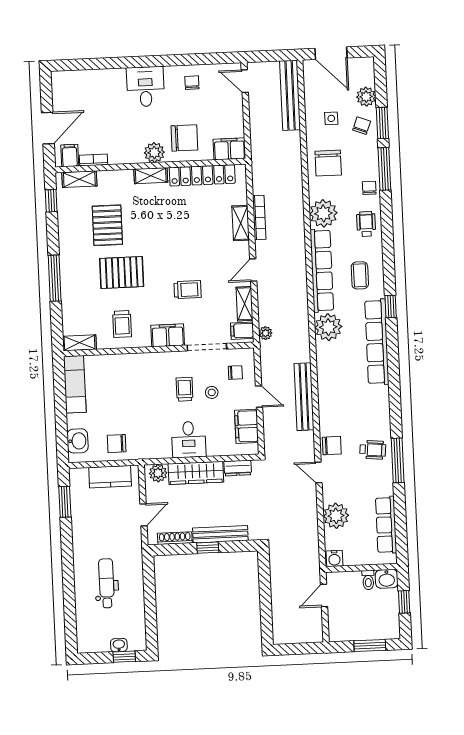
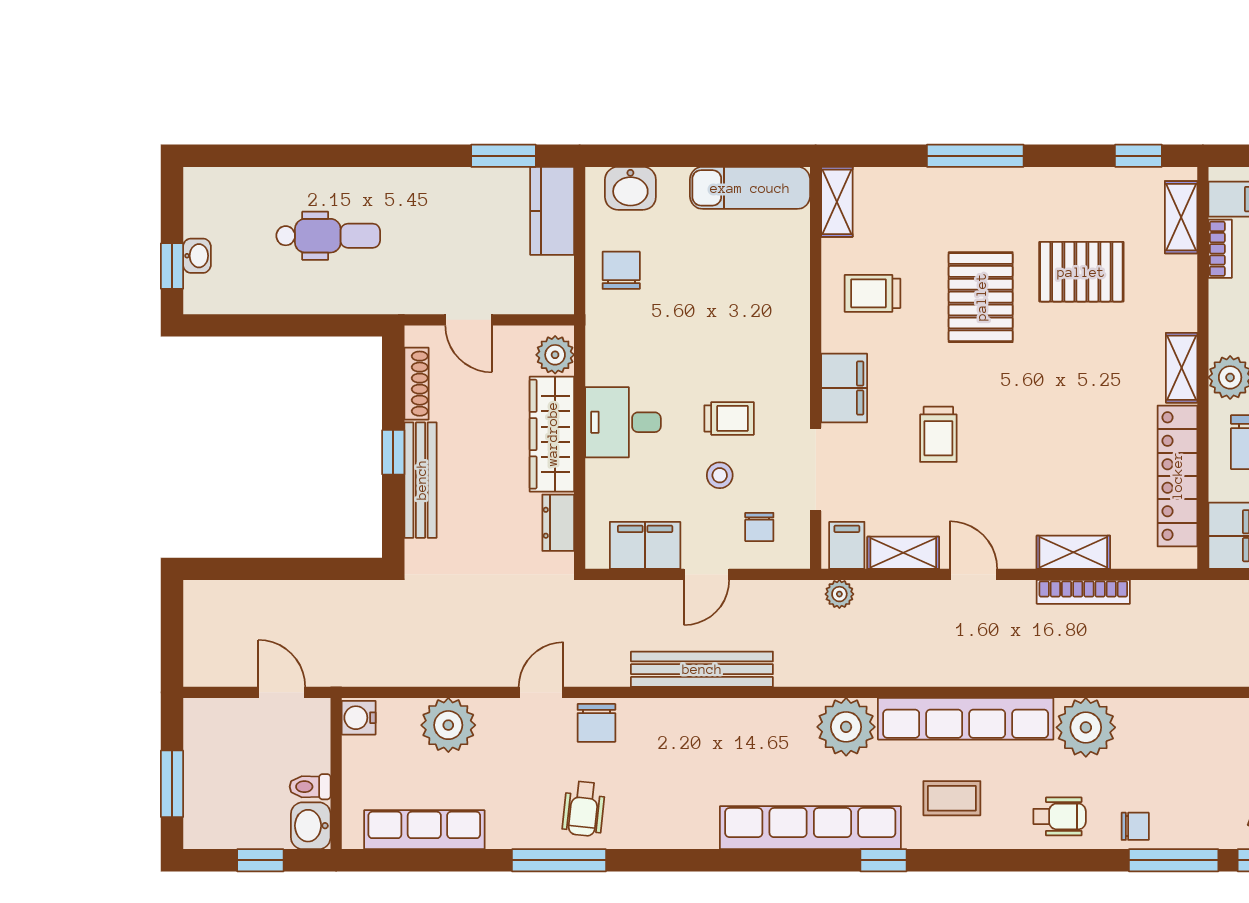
chair: (328, 163) -> (1191, 742), removed
kitchen counter: (110, 477) -> (552, 211), moved

